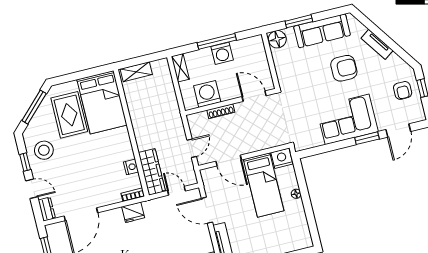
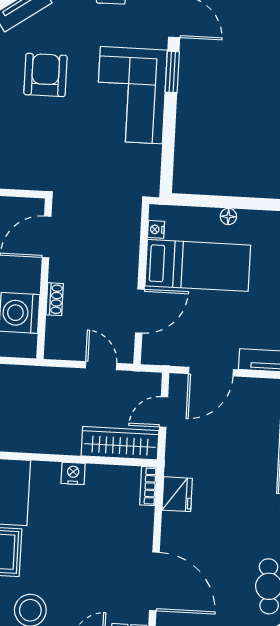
shoe rack: (221, 111) -> (55, 299), width x0.70
nightstand: (282, 158) -> (156, 229), width x0.53, depth x0.56
nightstand: (131, 167) -> (73, 473), moved

